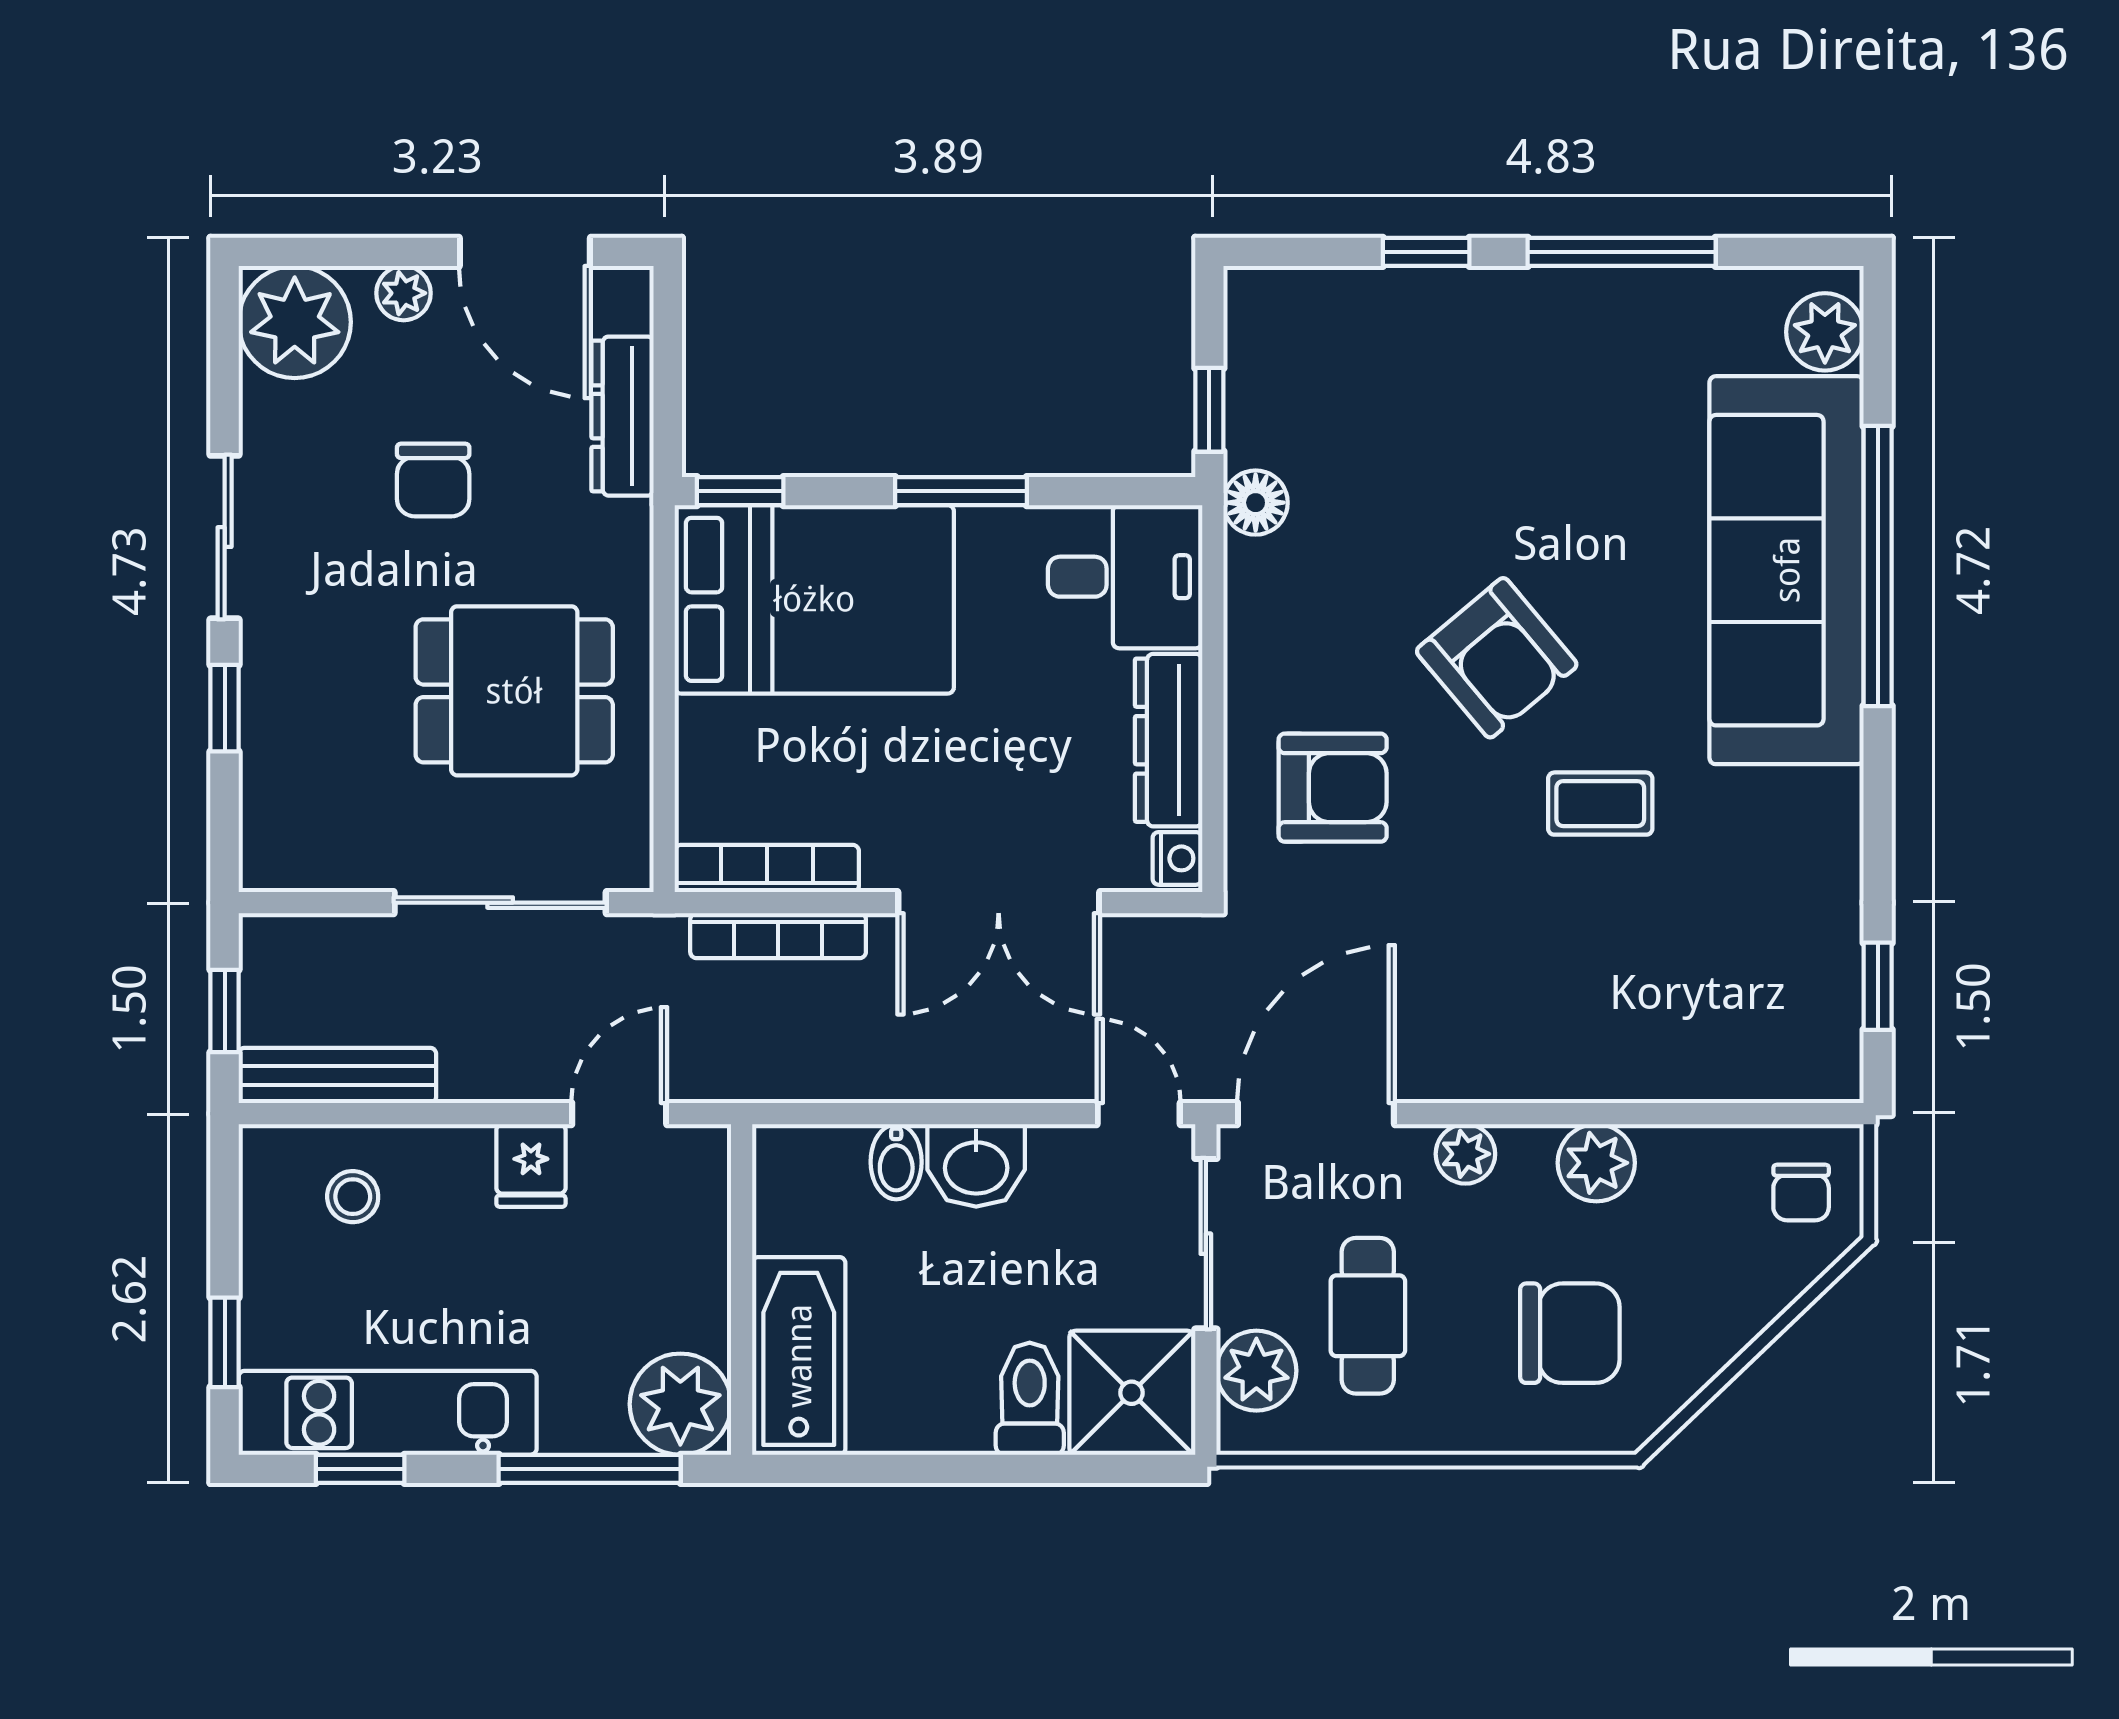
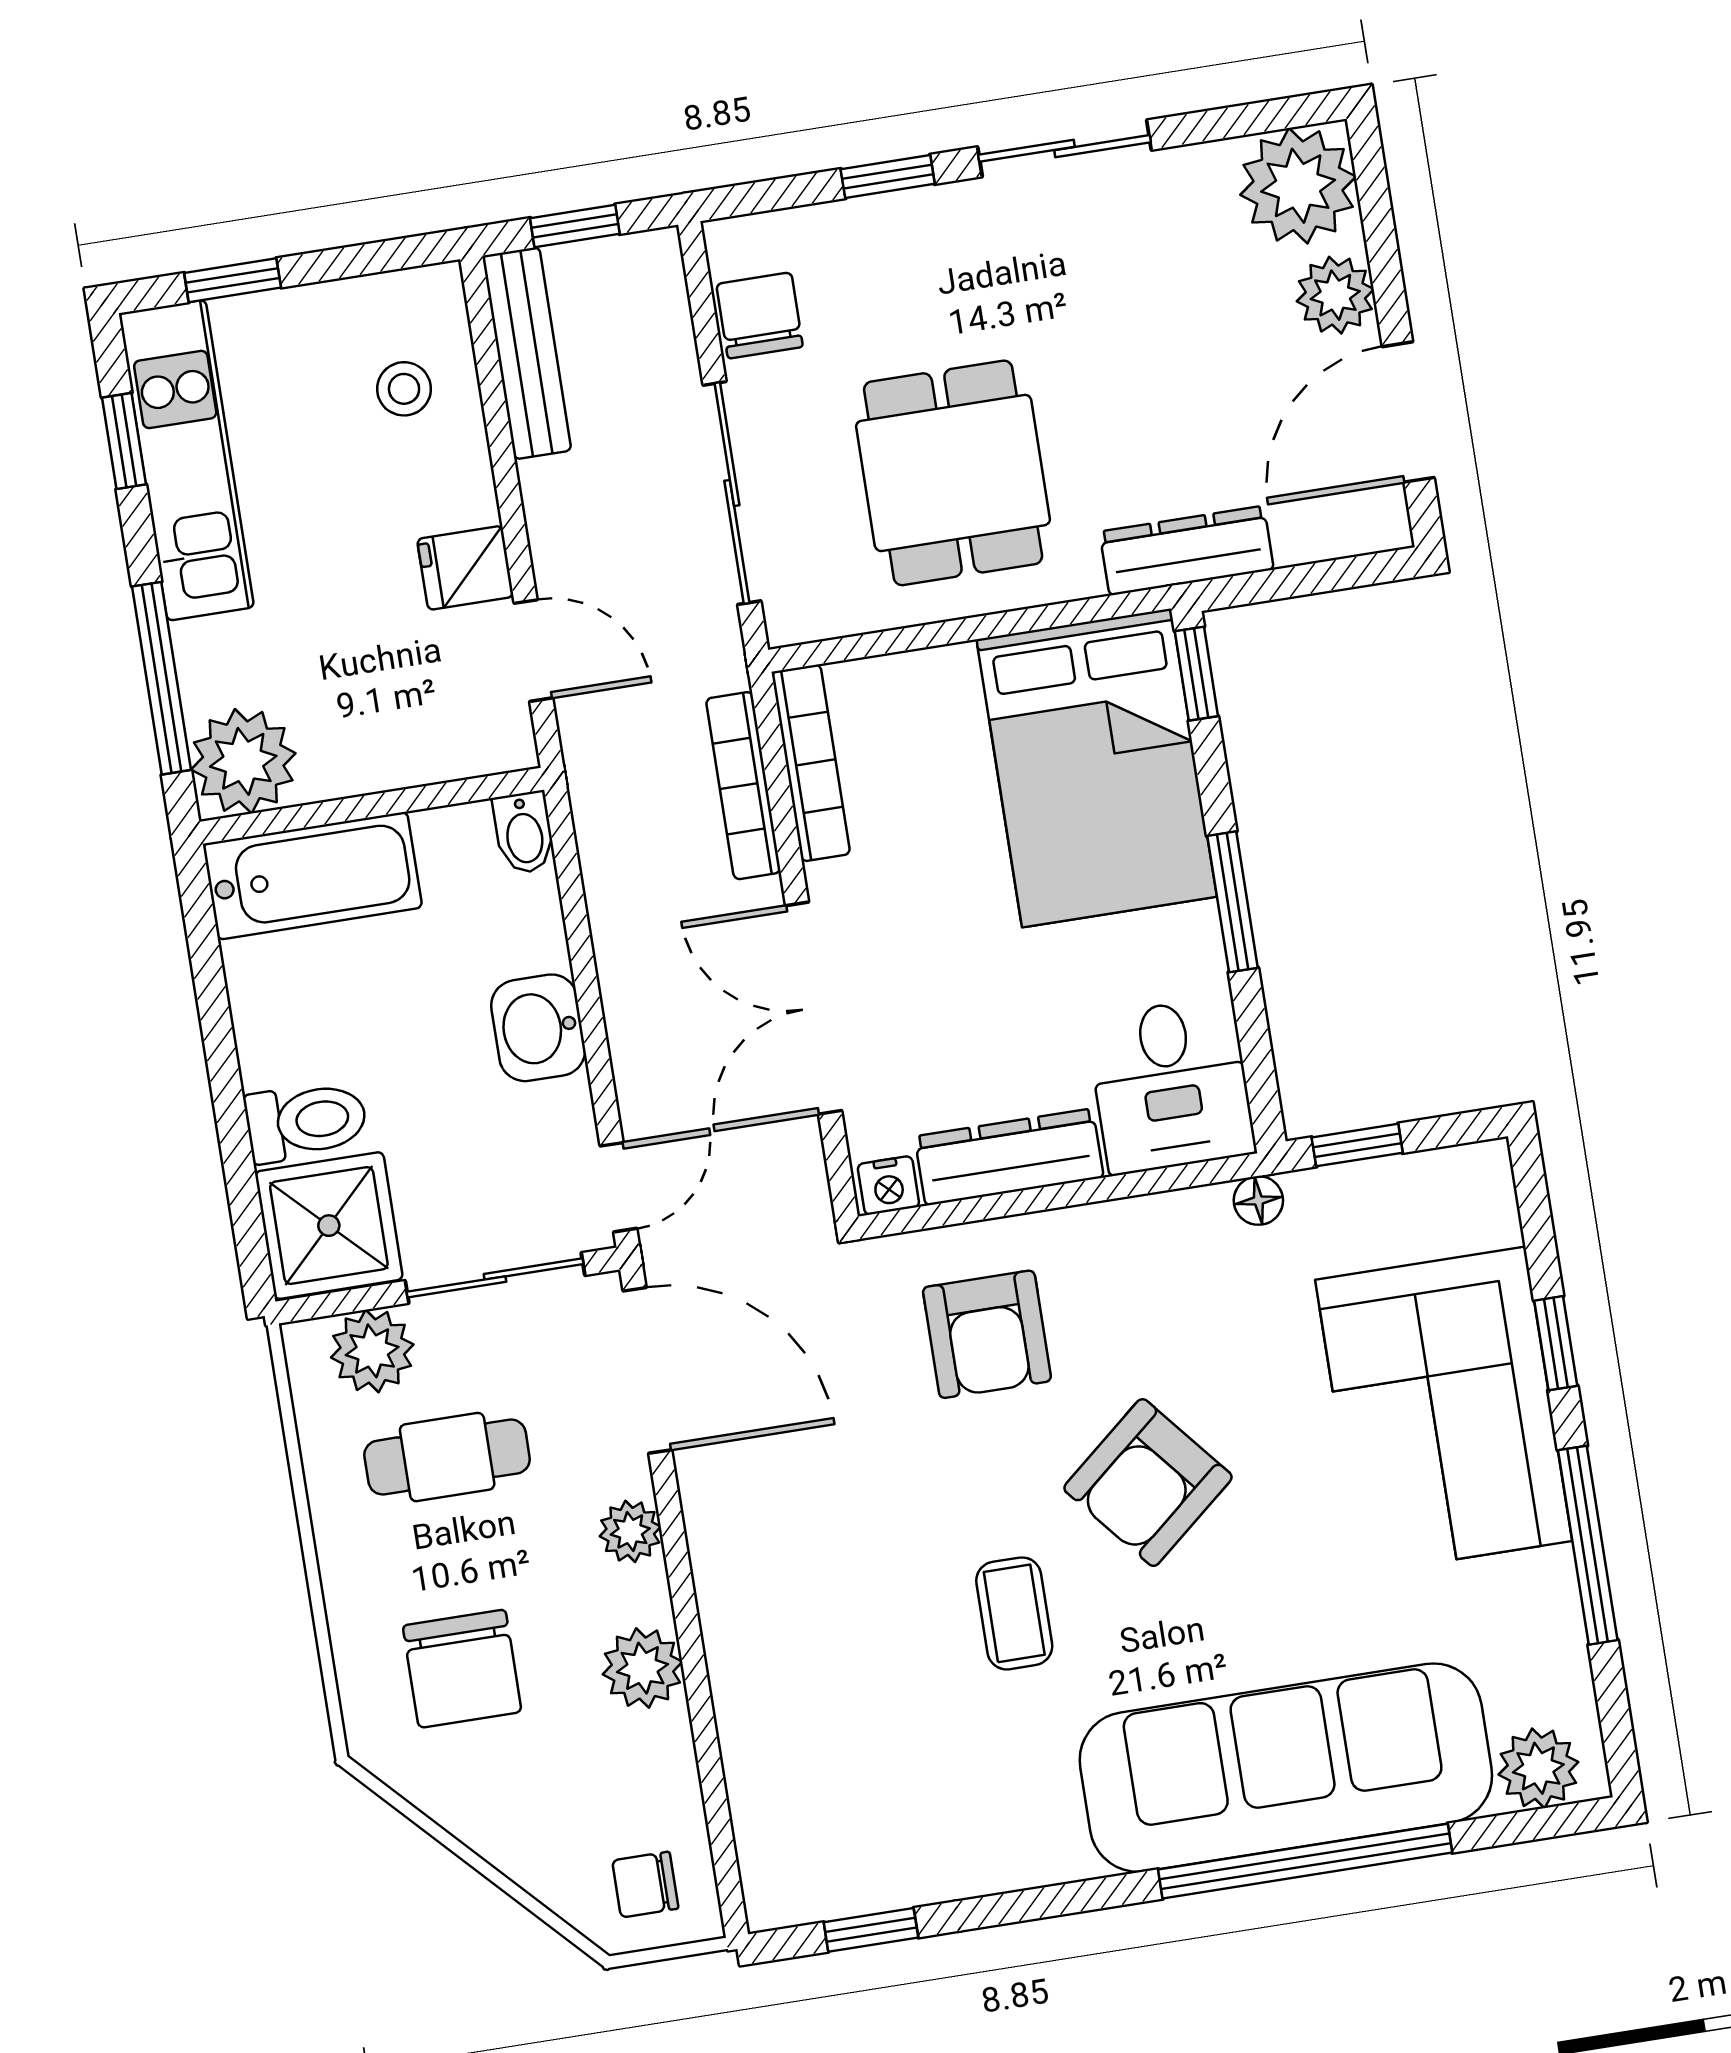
plant: (404, 293) -> (1335, 295), width x1.38, depth x1.38
corner sofa: (1473, 368) -> (1444, 1410), added
dresser: (623, 416) -> (1187, 551), moved
chair: (433, 480) -> (760, 315), moved, turned 90
floor lamp: (1256, 503) -> (1258, 1200), width x0.73, depth x0.73
bidet: (896, 1162) -> (524, 833), moved, turned -90

